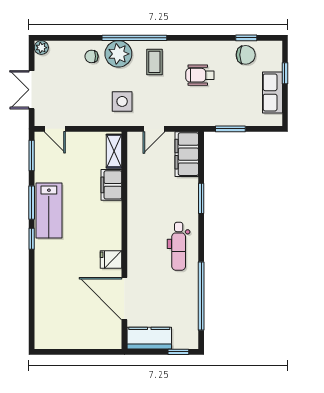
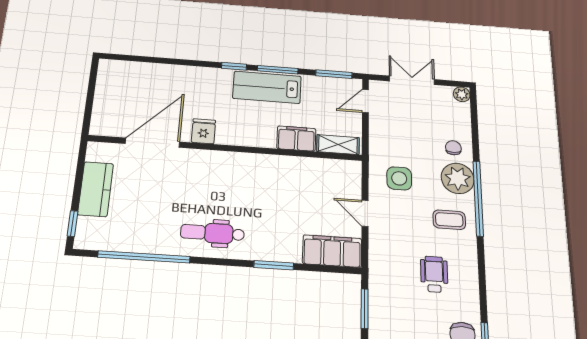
shelving: (114, 151) -> (338, 145), moved
filing cabinet: (111, 185) -> (296, 139), moved
wall: (124, 240) -> (226, 148), moved
fridge: (111, 259) -> (203, 131), moved
door: (124, 299) -> (152, 143), moved

